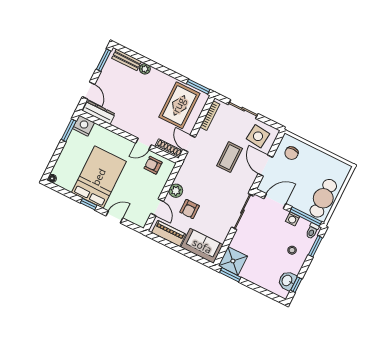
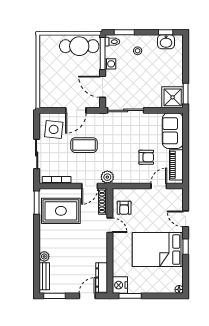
chair: (291, 153) -> (54, 93), removed
plant: (176, 191) -> (107, 177), moved

